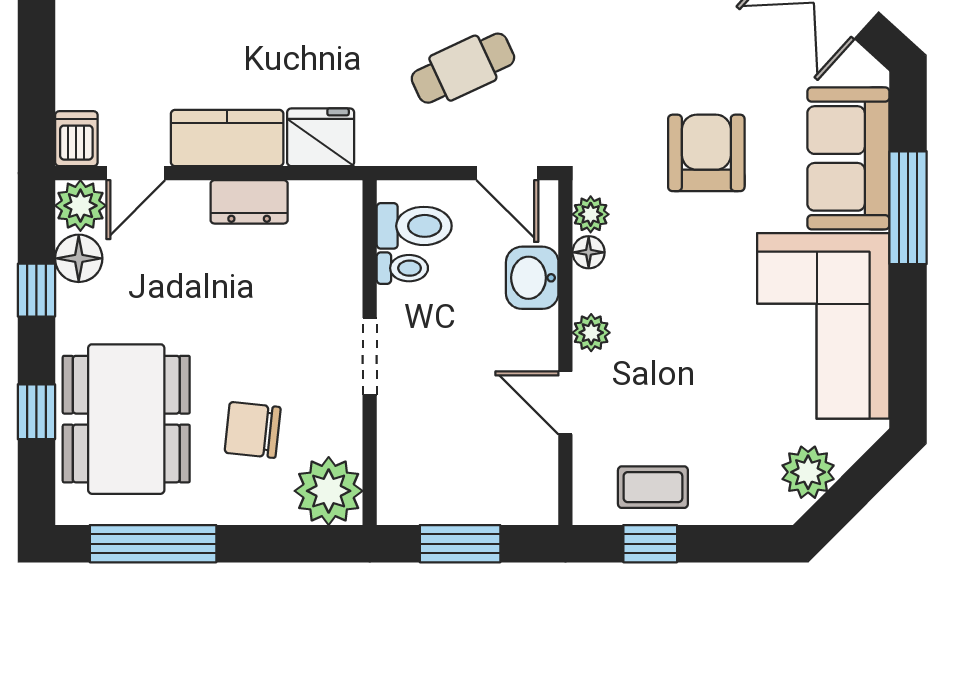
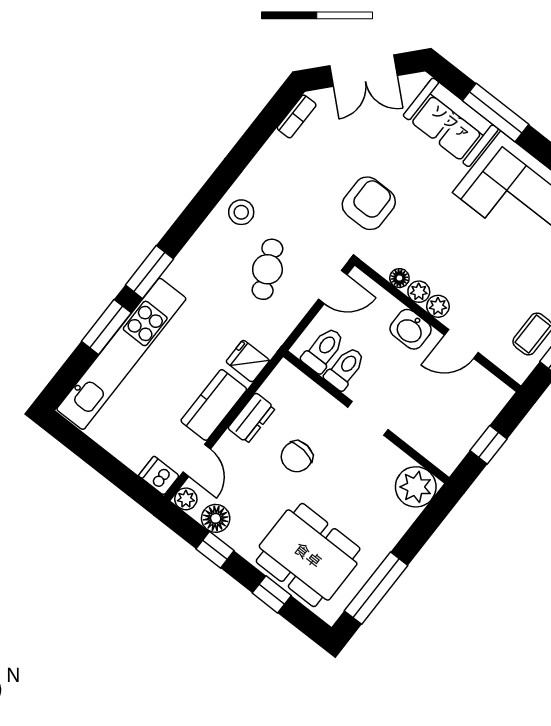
fridge: (321, 137) -> (248, 361), width x0.72
armchair: (706, 153) -> (369, 203), moved, turned 90
plant: (80, 206) -> (186, 499), width x0.73, depth x0.73
plant: (591, 214) -> (419, 292), moved
toilet: (402, 268) -> (345, 368), width x1.37, depth x1.39
washbasin: (532, 278) -> (411, 329), moved
chair: (253, 430) -> (297, 457), moved
window: (460, 544) -> (488, 445), width x0.67

